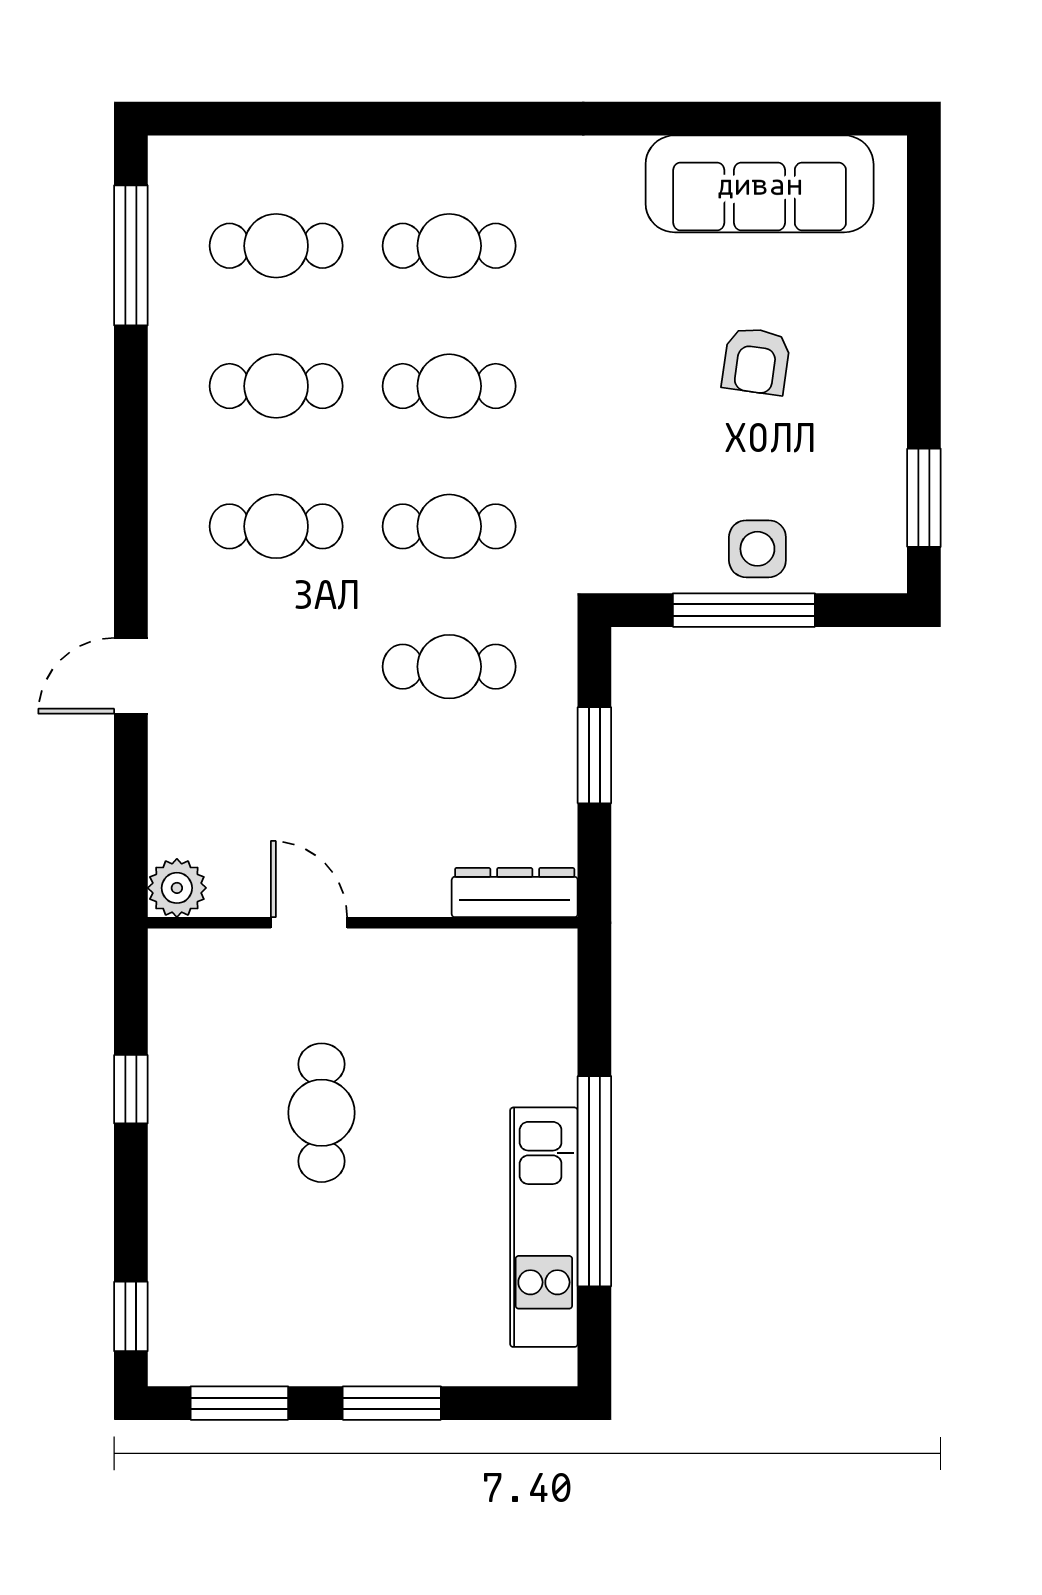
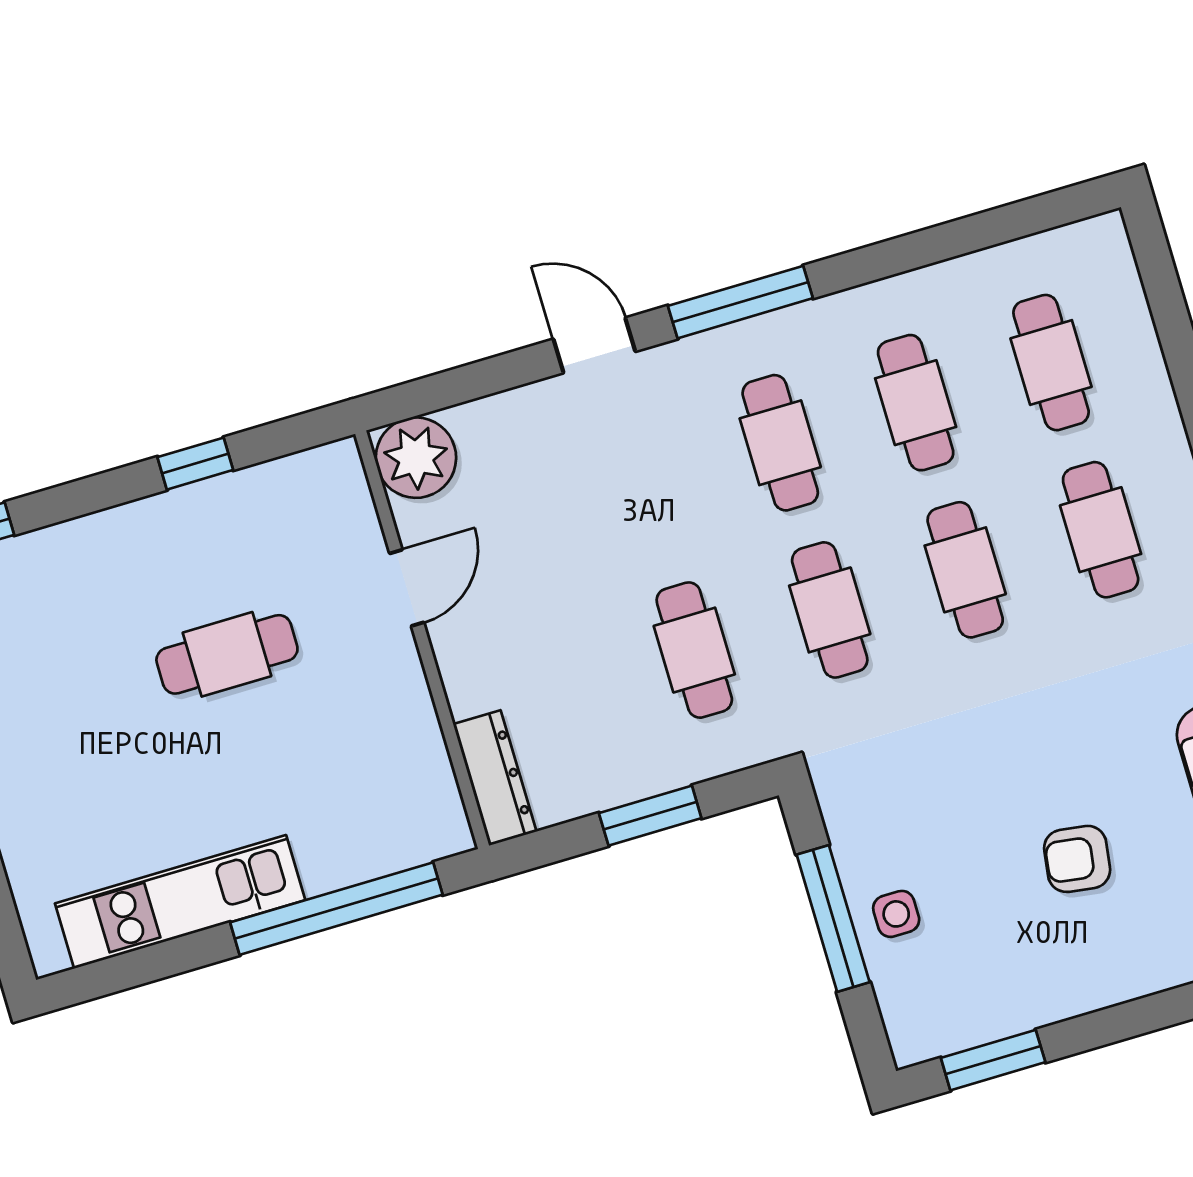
window: (131, 255) -> (740, 302), moved
side table: (757, 549) -> (896, 914), width x0.73, depth x0.73
plant: (177, 888) -> (416, 458), width x1.36, depth x1.36
window: (594, 1181) -> (336, 909), moved

